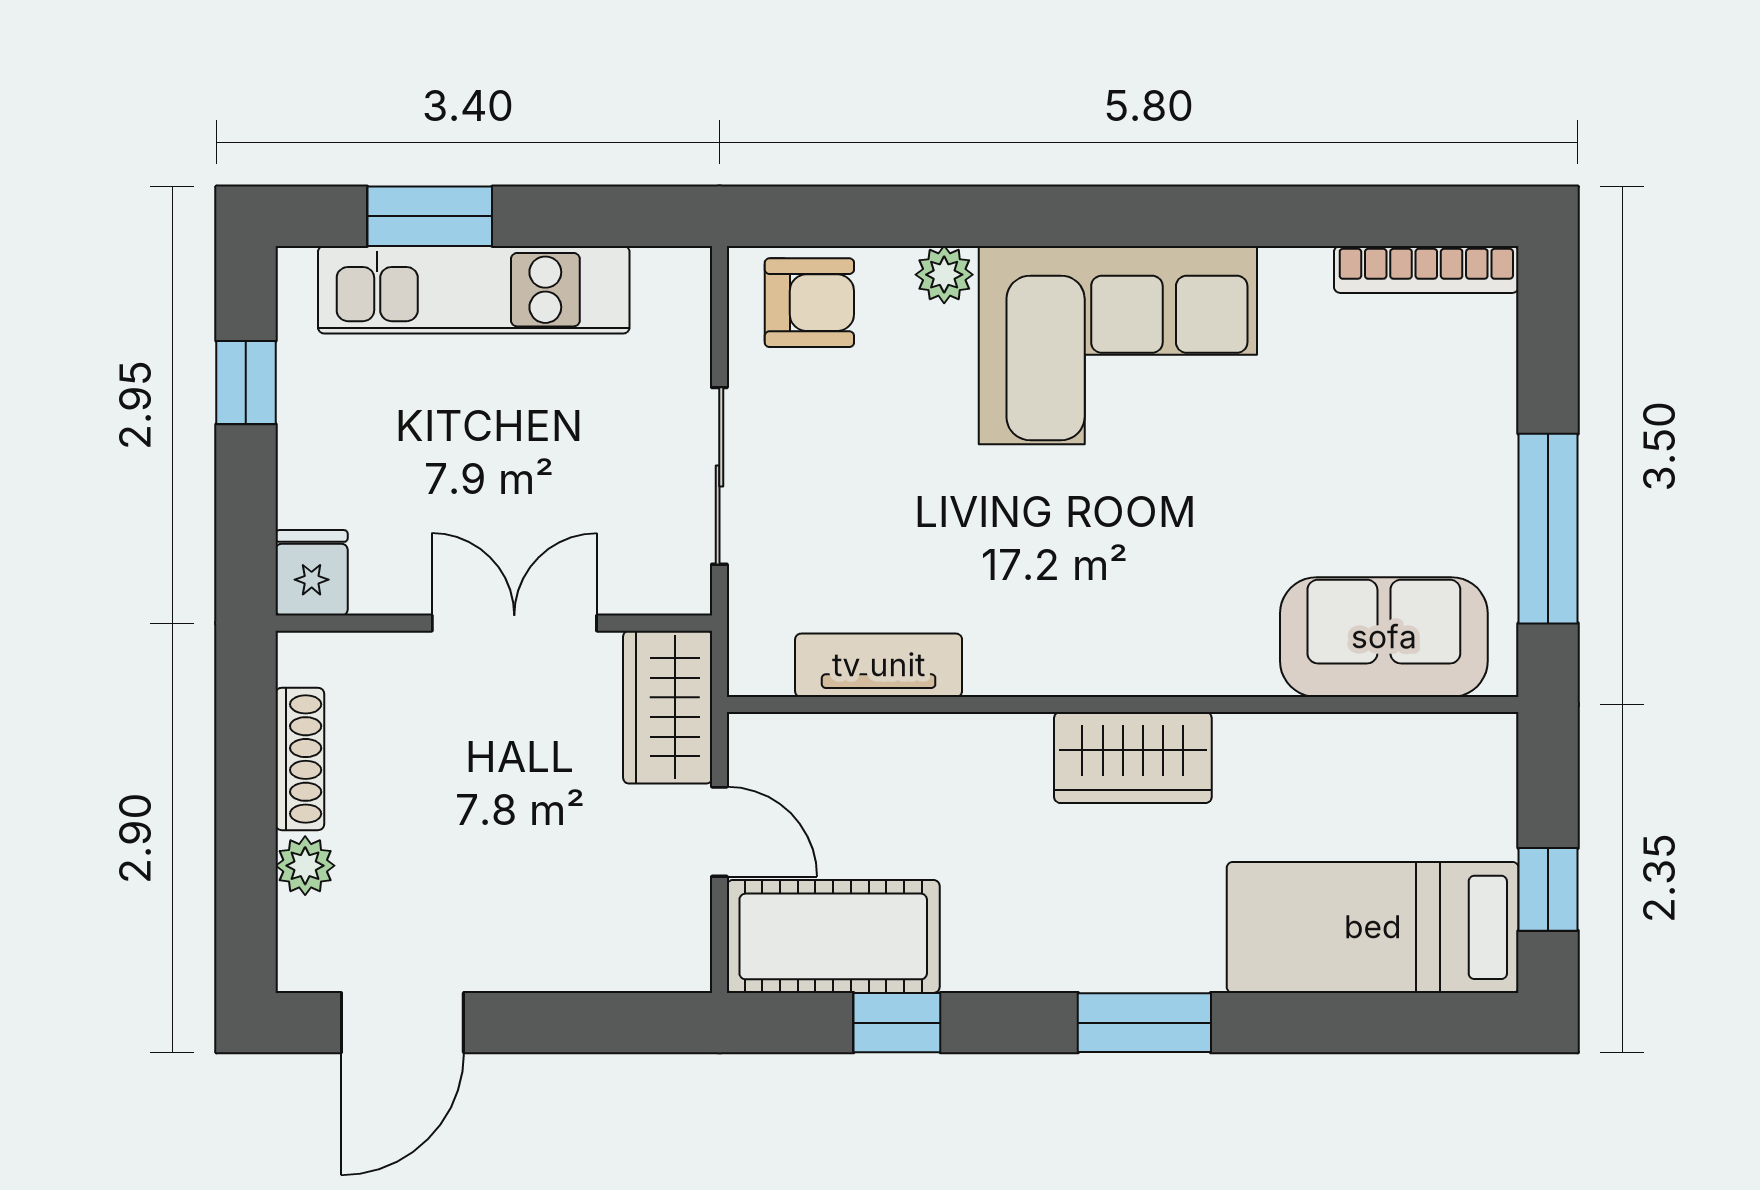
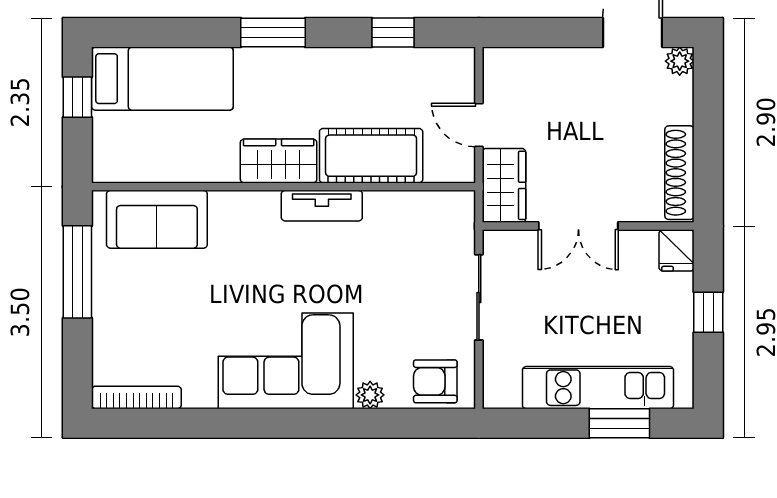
window: (246, 382) -> (708, 312), moved
tv unit: (879, 665) -> (322, 206), moved
shoe rack: (300, 759) -> (679, 173), width x1.36, depth x1.24
plant: (305, 866) -> (680, 61), moved
cot: (833, 936) -> (371, 156), moved

